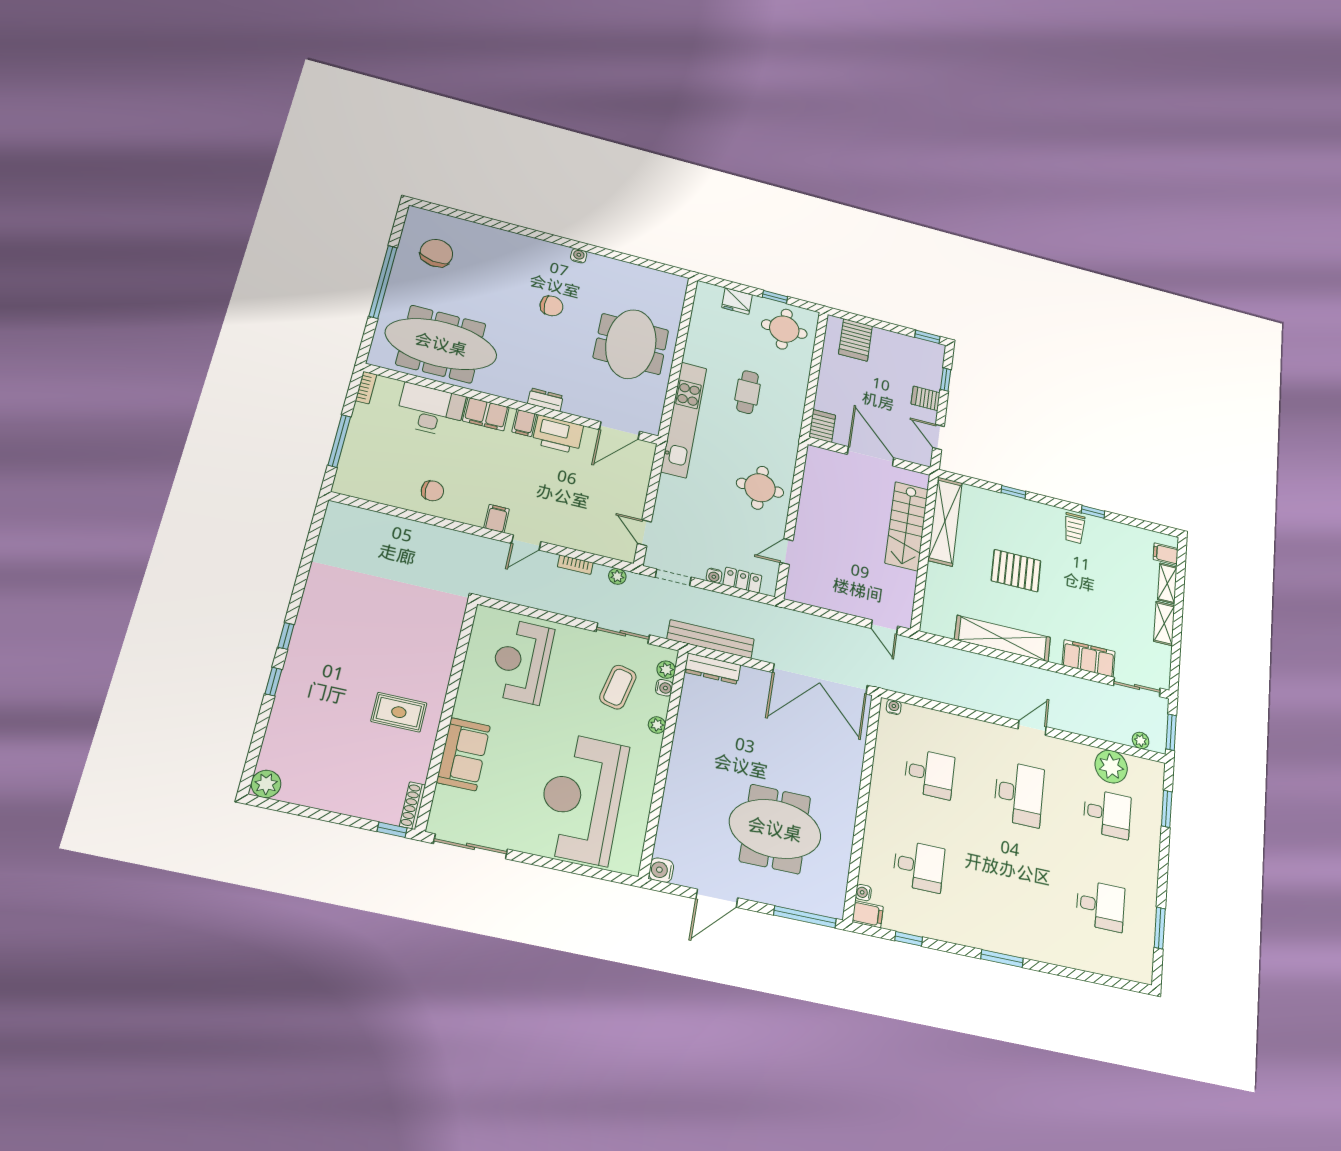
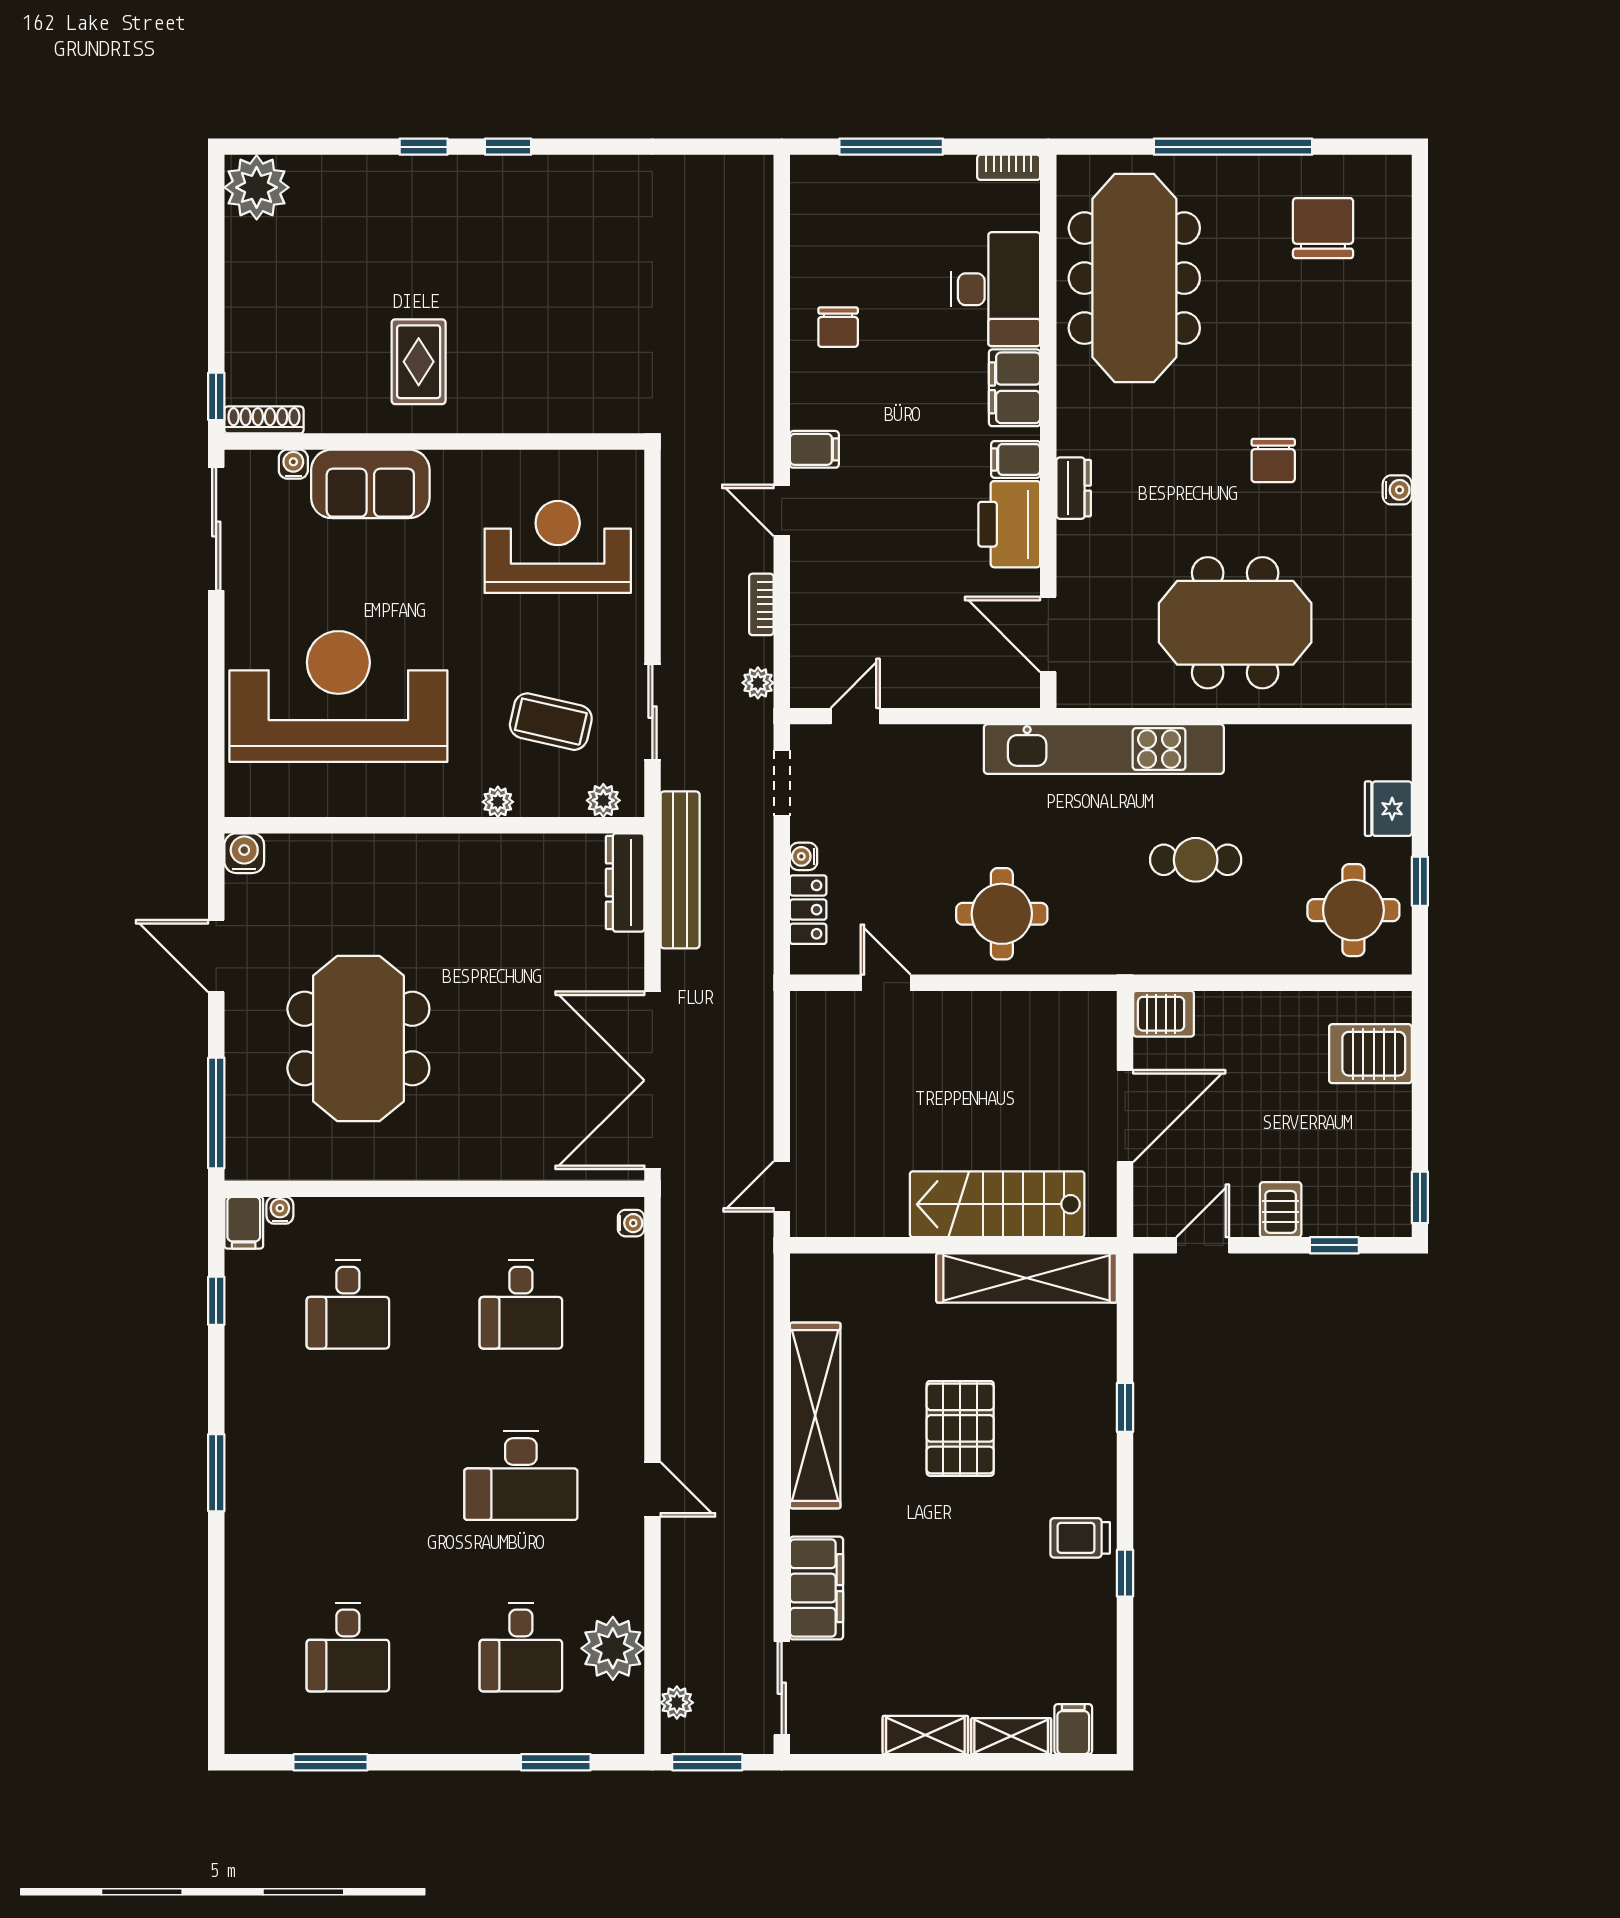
chair: (436, 253) -> (1323, 228), turned -98
water cooler: (664, 688) -> (293, 464), moved, turned 180
plant: (266, 784) -> (257, 187), width x1.36, depth x1.36

